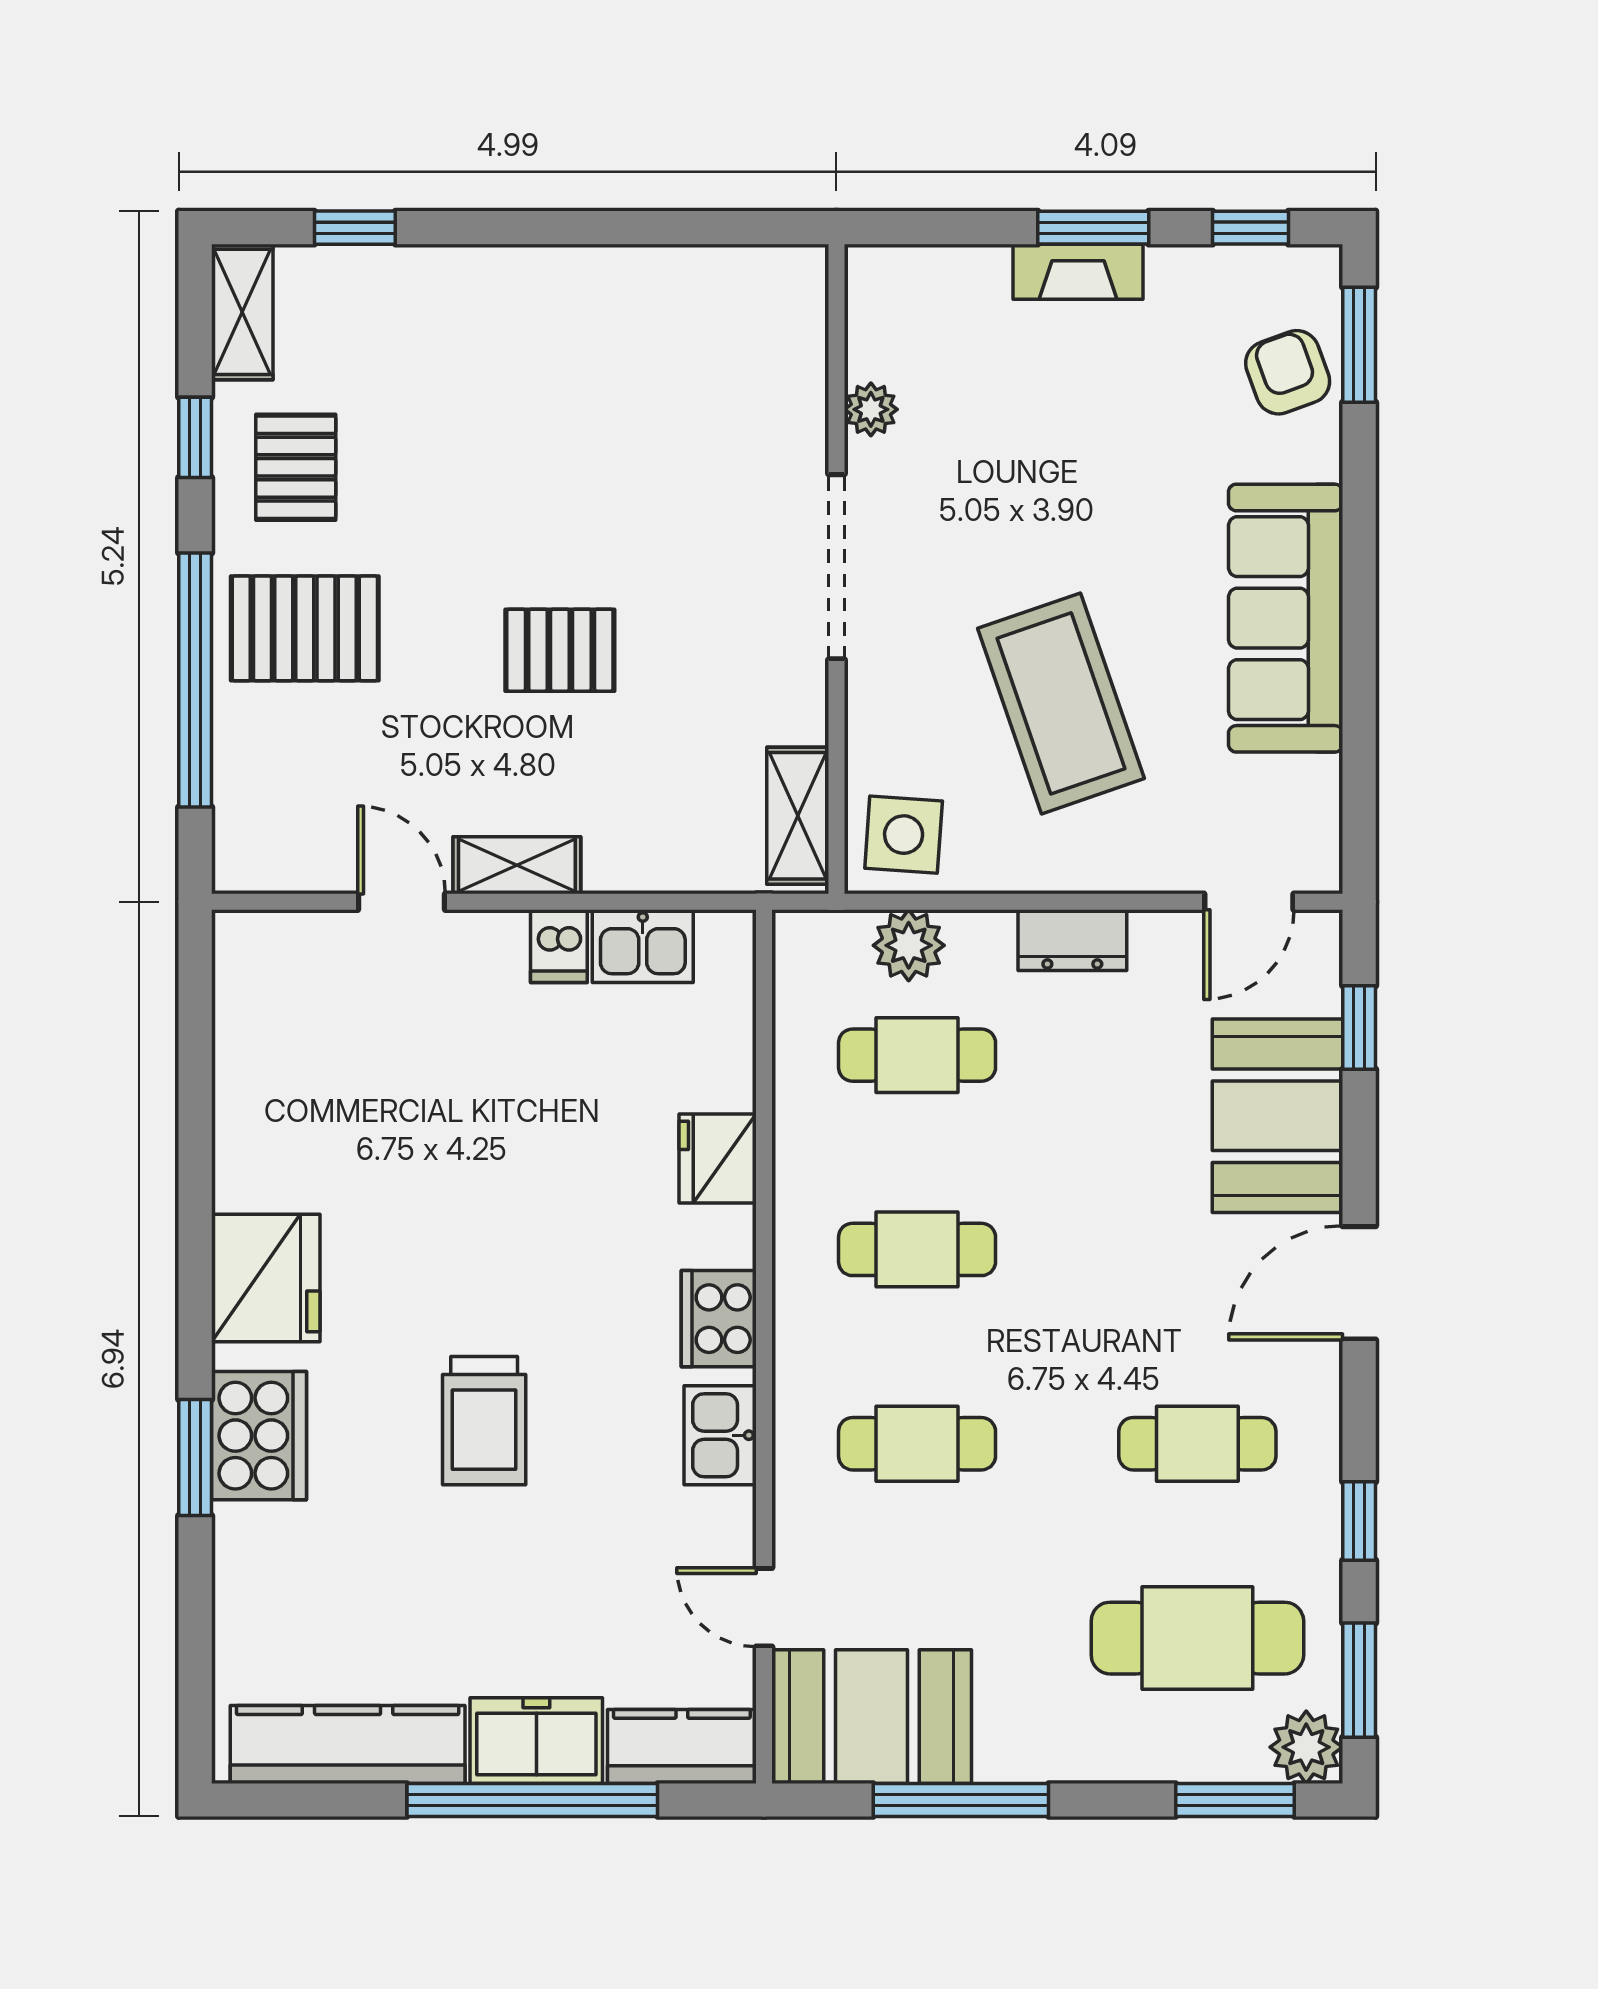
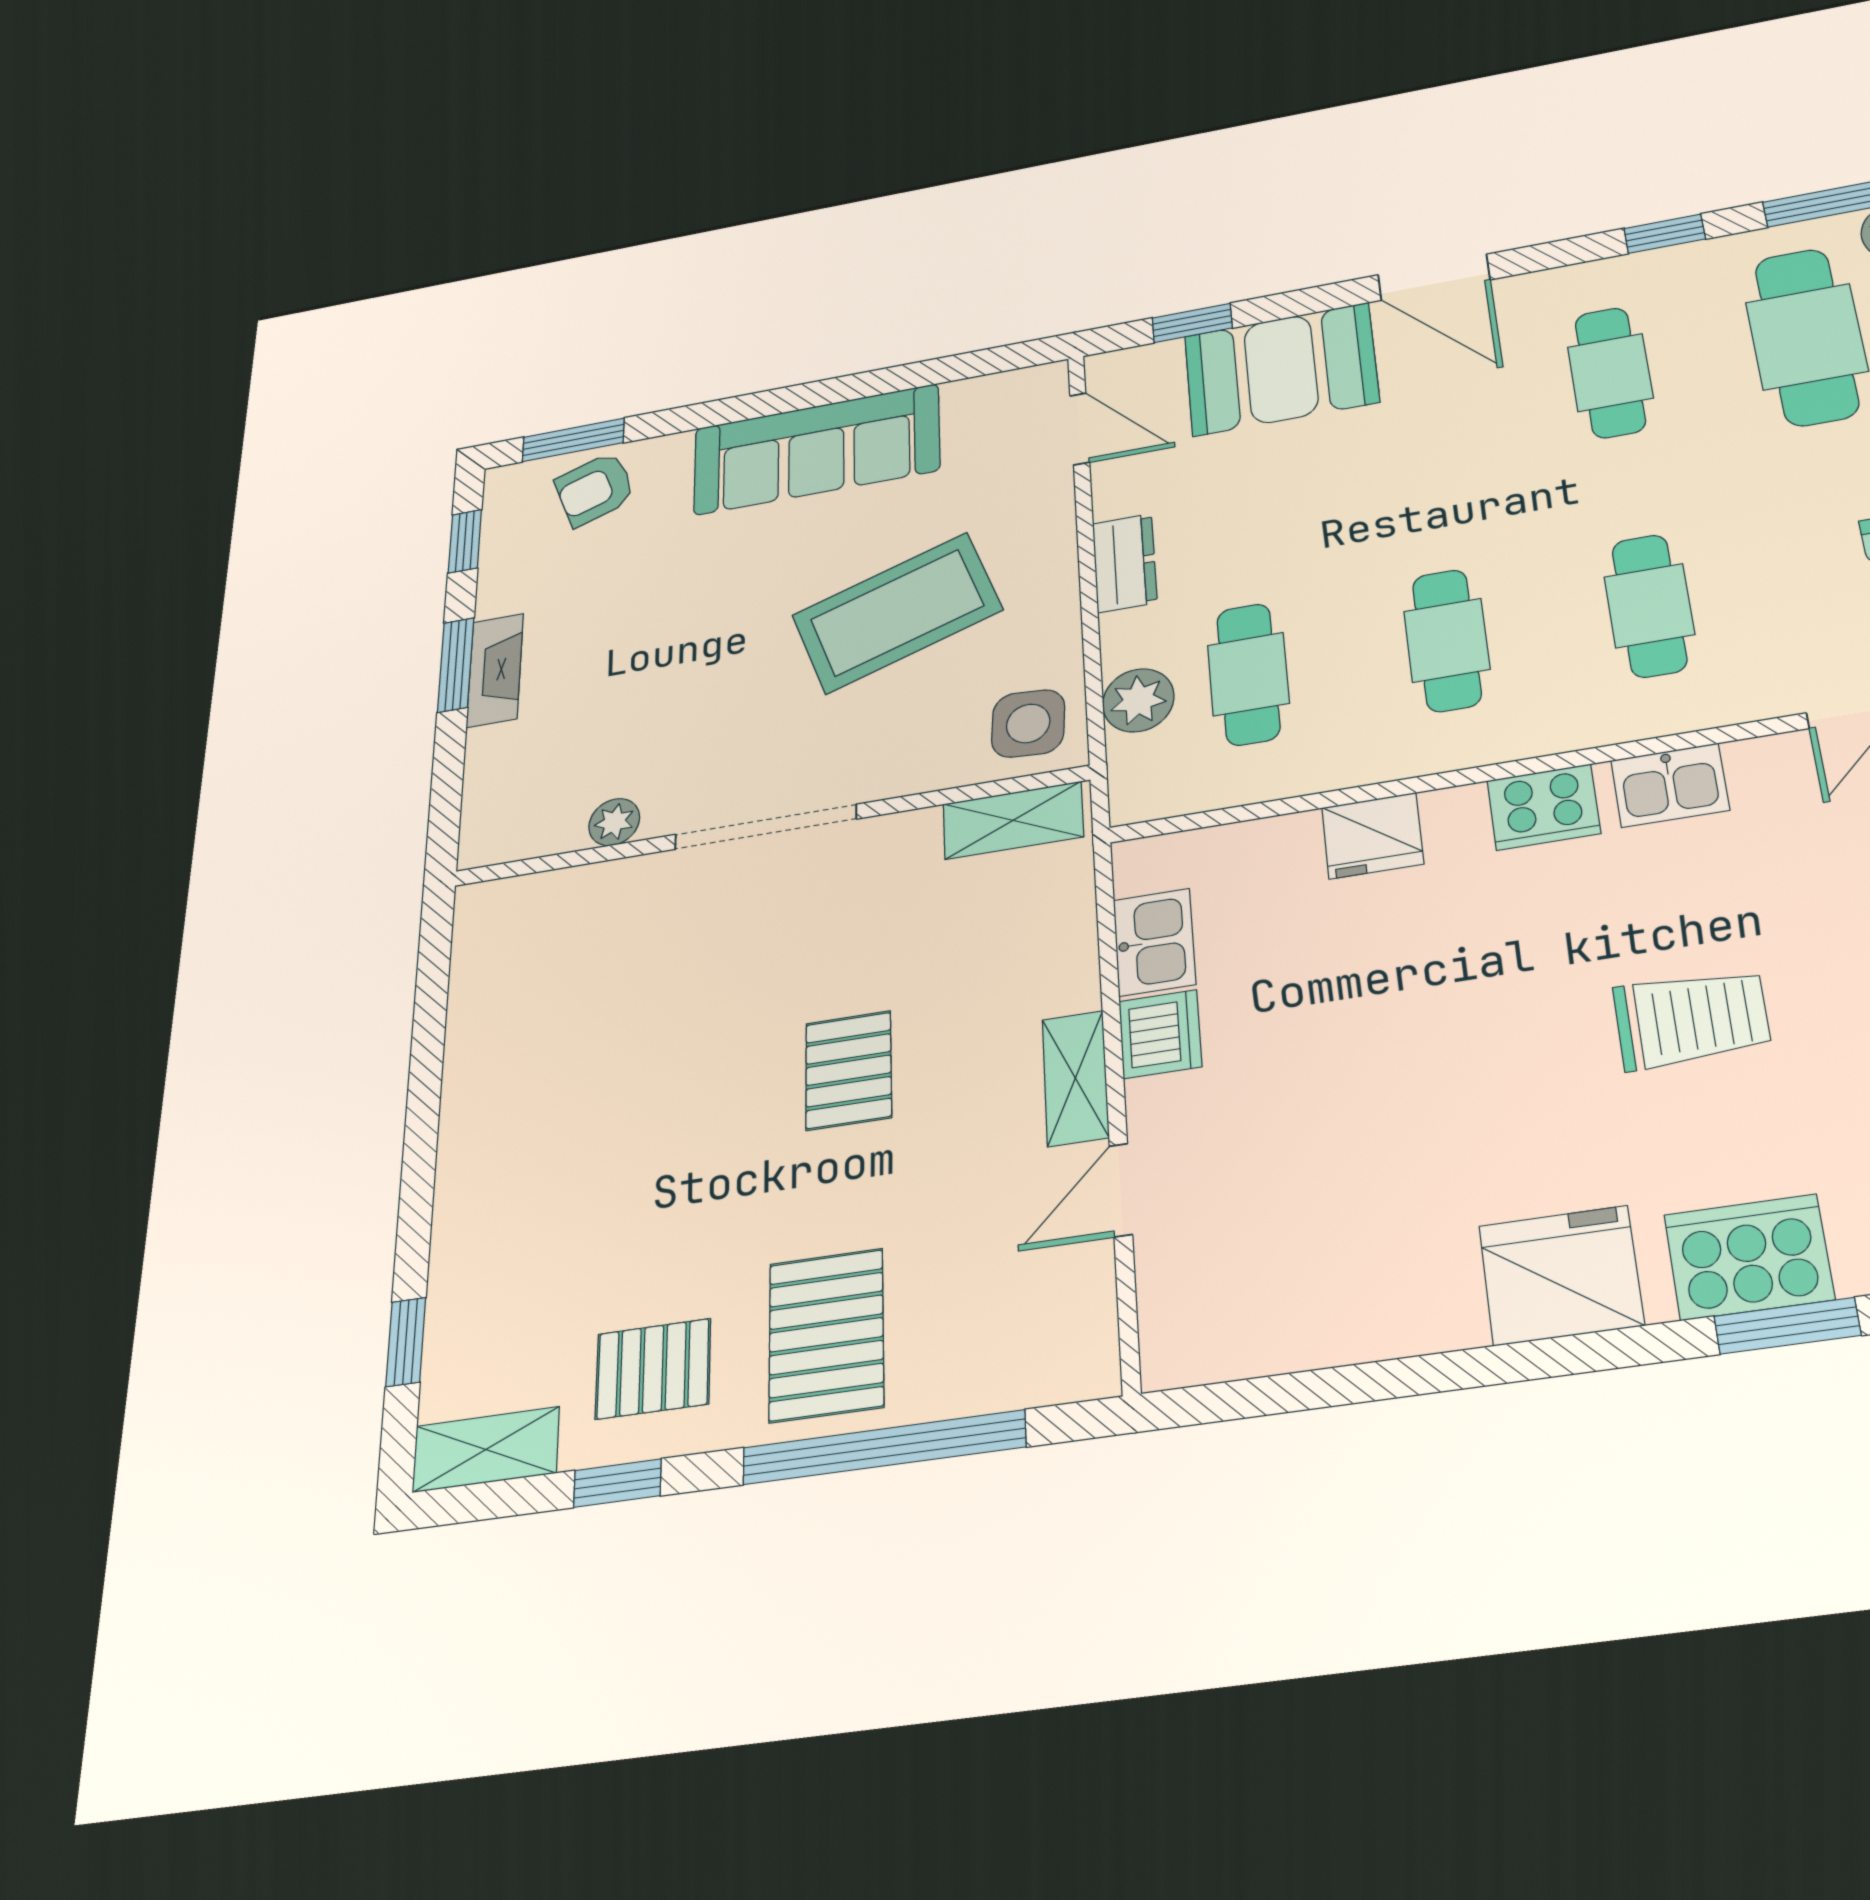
dishwasher: (559, 946) -> (1160, 1034), width x1.38

